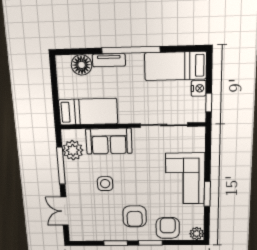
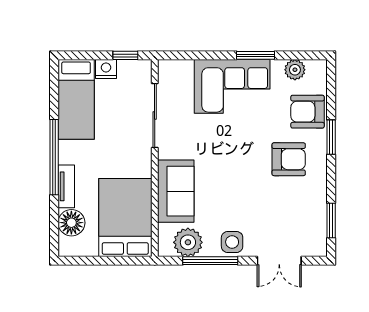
bed: (88, 112) -> (125, 218), width x1.50
side table: (105, 184) -> (232, 242), moved
plant: (197, 234) -> (295, 70), moved
window: (116, 243) -> (331, 220), moved

